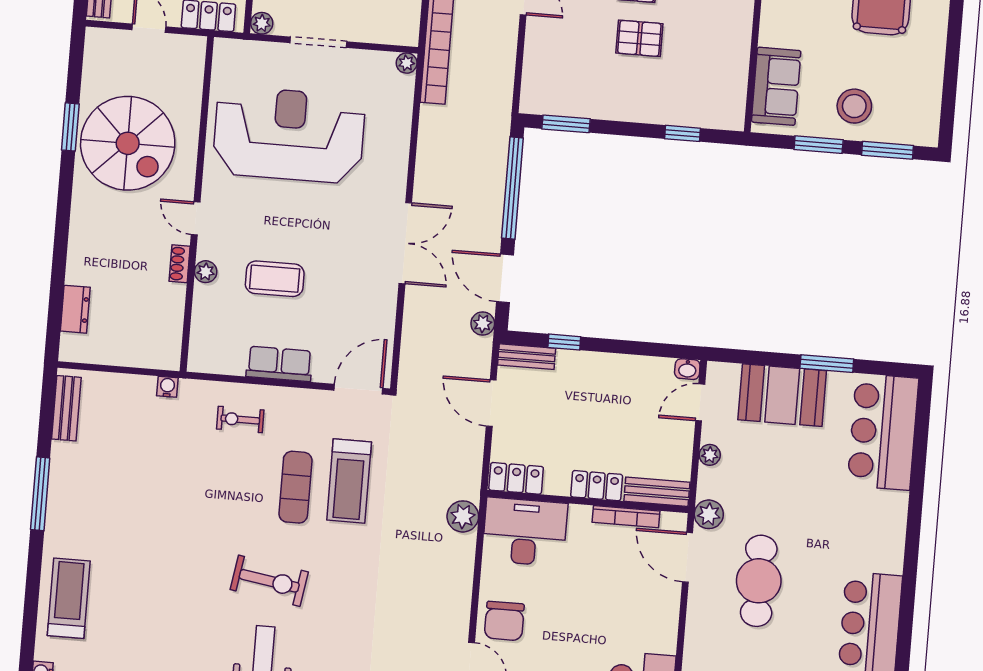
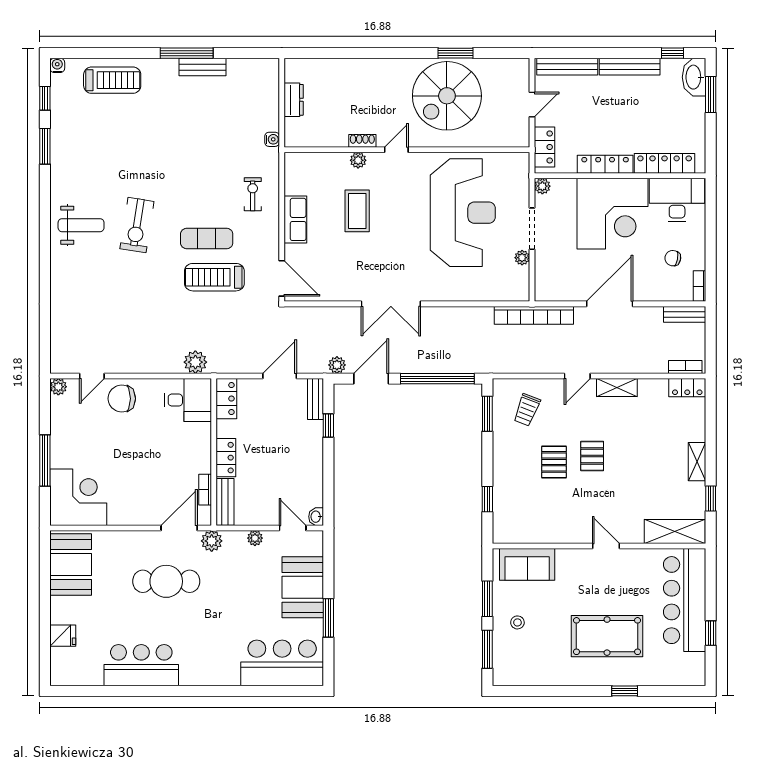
plant: (407, 63) -> (522, 258), moved
trolley: (565, 69) -> (527, 410), added
stool: (854, 106) -> (517, 622), width x0.53, depth x0.53
dresser: (75, 309) -> (294, 100), moved, turned -90
bench: (66, 408) -> (203, 67), moved
bookcase: (626, 517) -> (205, 490), width x0.64
desk: (525, 532) -> (188, 400), width x0.73

